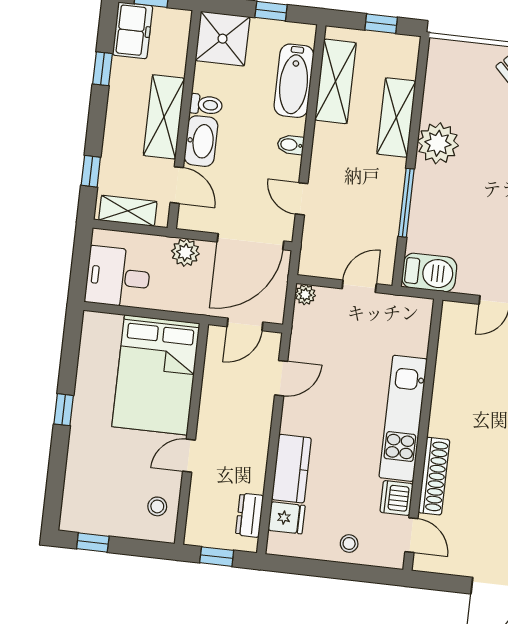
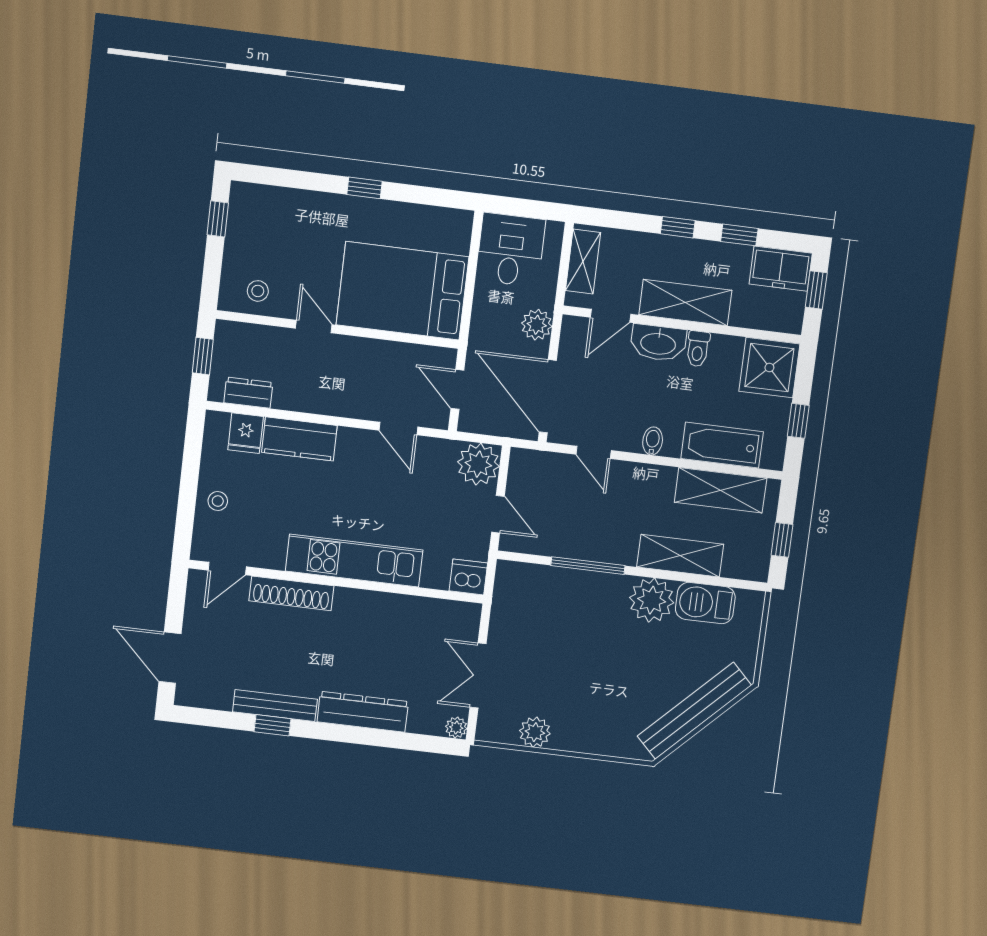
window: (91, 171) -> (678, 227), moved
door: (302, 199) -> (594, 452), swing flipped
barbecue: (429, 273) -> (705, 603), moved, turned 90
plant: (305, 295) -> (478, 464), width x1.88, depth x1.88
dishwasher: (396, 498) -> (468, 577), moved

